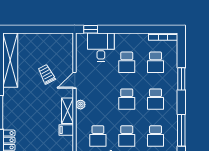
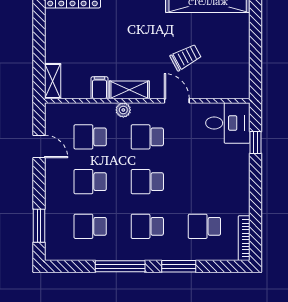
window: (91, 29) -> (256, 143), moved
desk: (101, 47) -> (228, 123), moved
school desk: (127, 62) -> (147, 137), moved
plant: (81, 105) -> (123, 110), moved
window: (181, 130) -> (120, 266), moved

